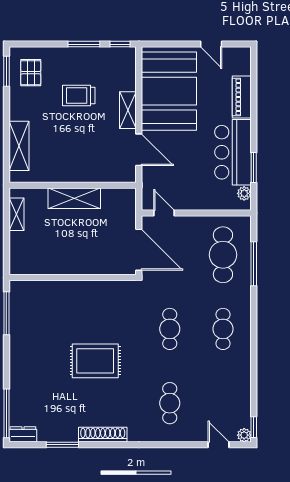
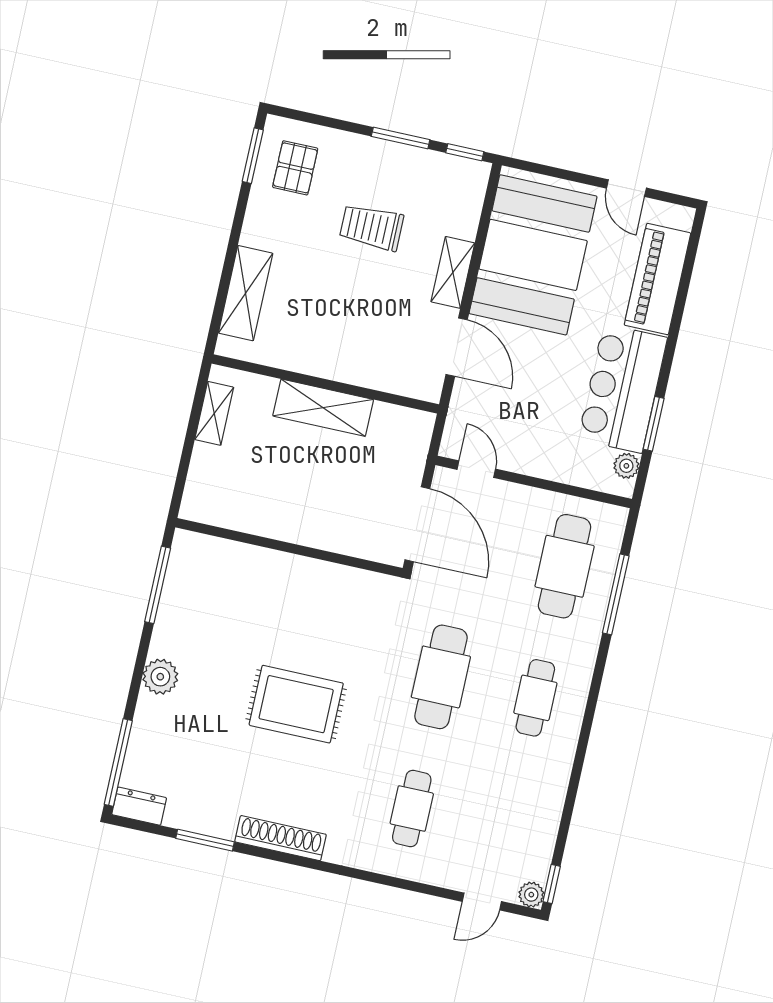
piano: (242, 97) -> (658, 279), width x1.37, depth x1.33
cafe table: (170, 329) -> (441, 677), width x1.37, depth x1.35
plant: (19, 362) -> (160, 677), added
door: (218, 445) -> (482, 901), swing flipped

